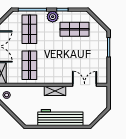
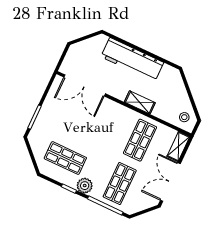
double door: (85, 85) -> (85, 85), width x1.37
shelving: (55, 91) -> (140, 102), moved

